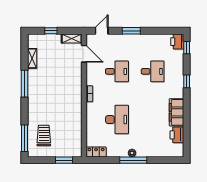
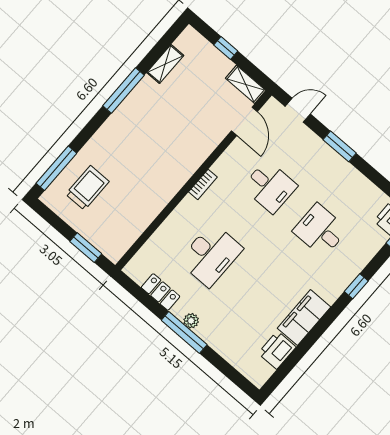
desk: (153, 71) -> (320, 230), turned 180
locker: (96, 152) -> (161, 292), moved

